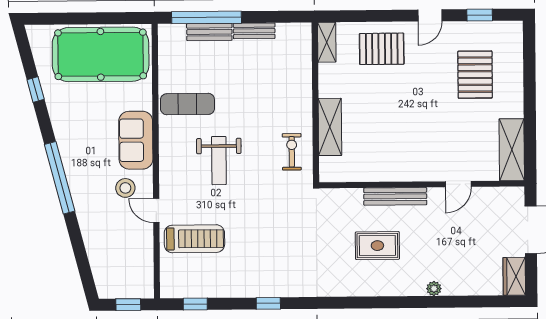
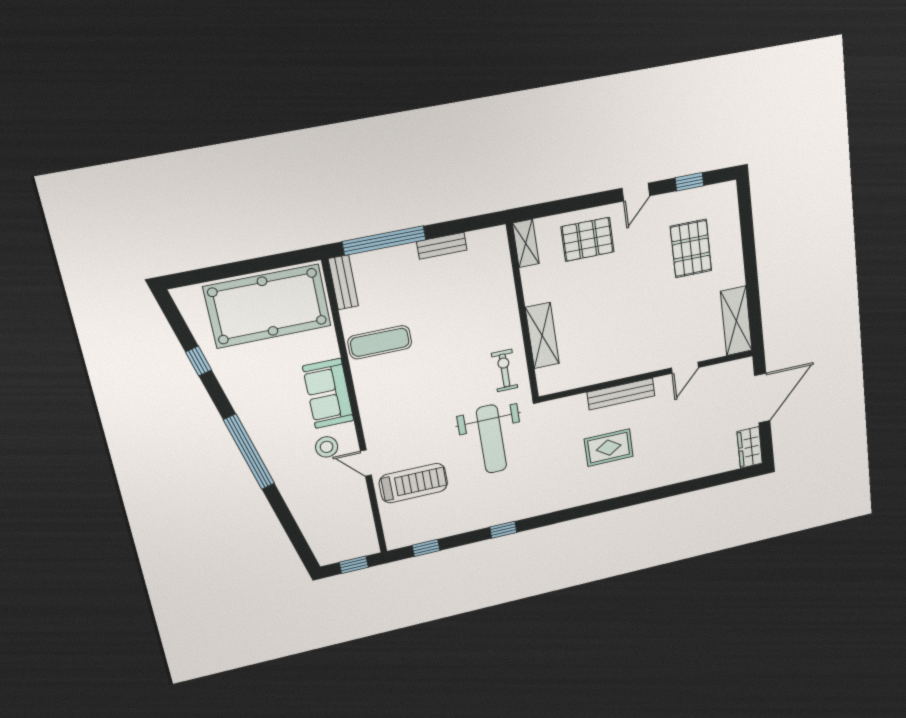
bench: (209, 32) -> (343, 282), moved, turned 90
weight bench: (219, 161) -> (492, 439), moved, width x1.36, depth x1.33
plant: (434, 289) -> (671, 477), removed

